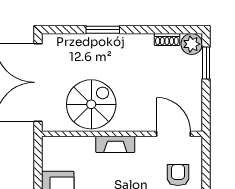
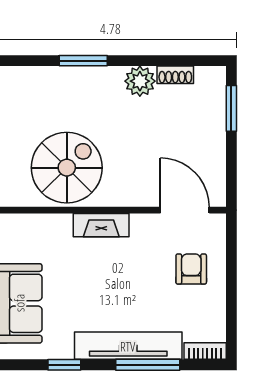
plant: (192, 44) -> (140, 81), moved

